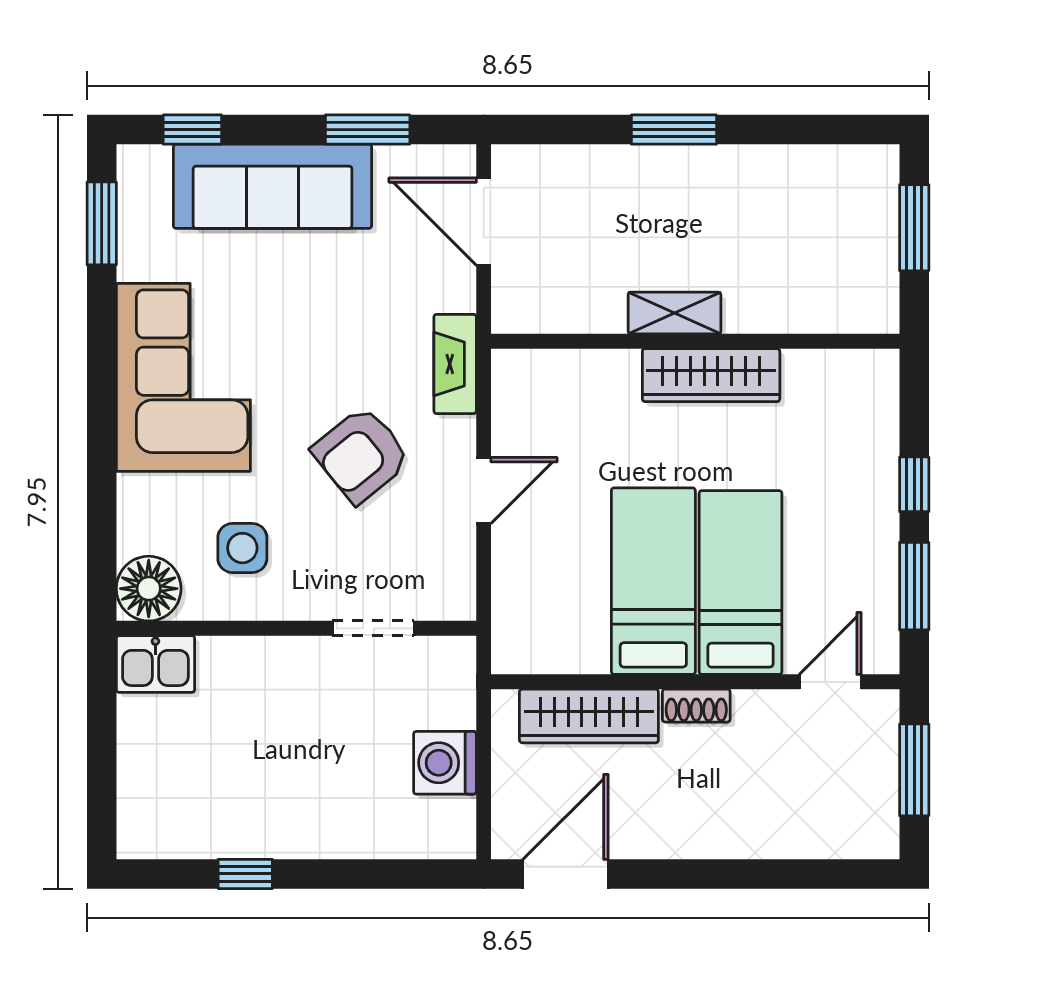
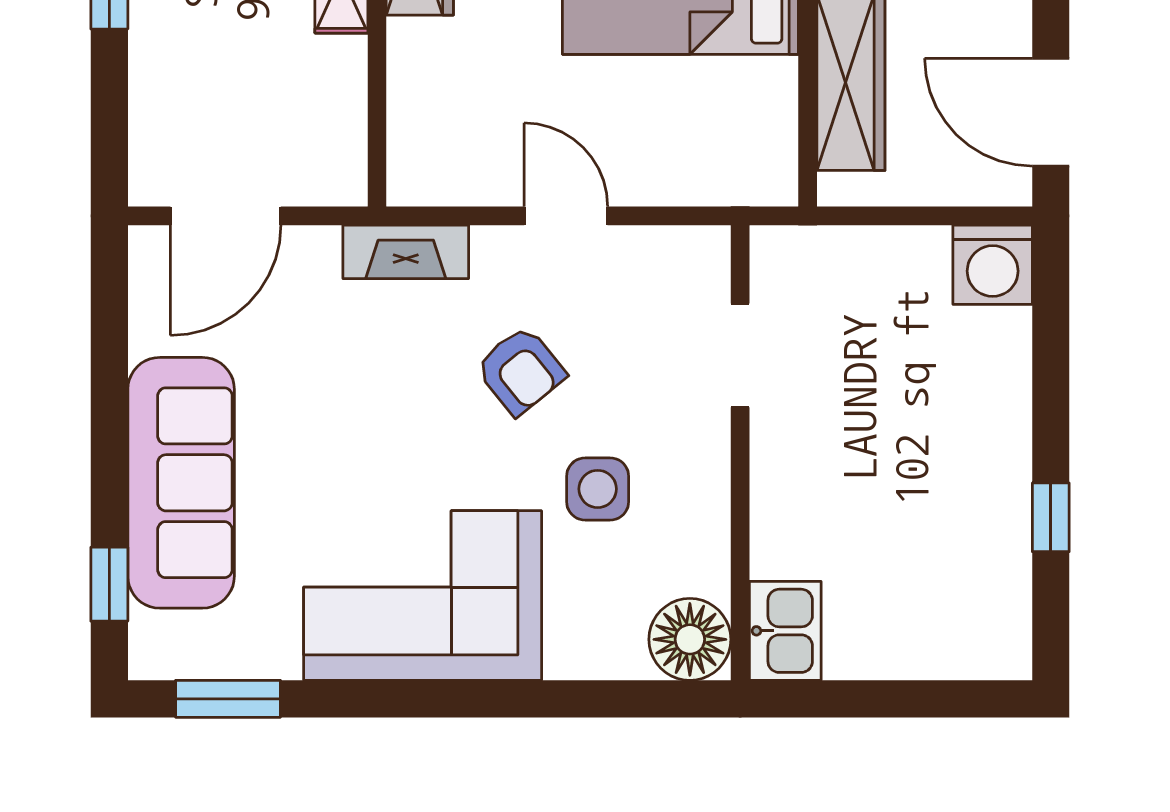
window: (368, 130) -> (109, 363), removed
armchair: (361, 455) -> (521, 371), width x0.72, depth x0.72
side table: (242, 548) -> (598, 489), moved
washing machine: (445, 763) -> (993, 265), moved

